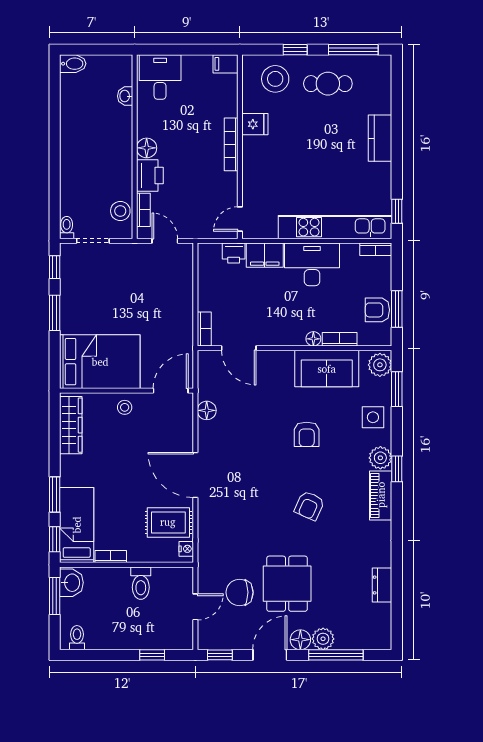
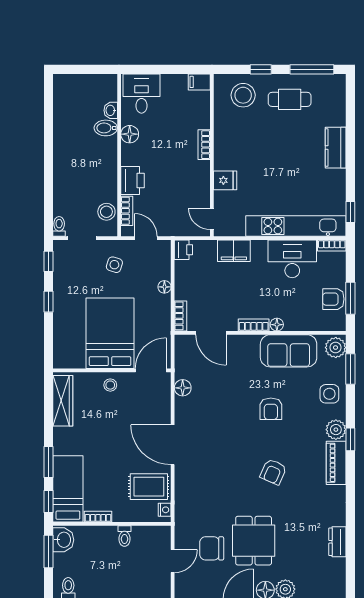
bidet: (73, 64) -> (106, 128), moved, turned 180
fridge: (255, 124) -> (225, 180), moved
bookcase: (231, 144) -> (204, 145), width x0.64
floor lamp: (147, 148) -> (130, 134), moved
door: (240, 219) -> (212, 219), hinge flipped
printer: (234, 253) -> (183, 250), moved, turned -90
desk: (312, 264) -> (292, 259), moved
side table: (129, 271) -> (114, 265), added
floor lamp: (186, 296) -> (164, 287), added
window: (55, 313) -> (49, 302), width x0.67
bookcase: (340, 339) -> (254, 325), moved
bed: (100, 362) -> (110, 333), moved, turned -90
toilet: (141, 583) -> (124, 536), width x0.73, depth x0.72

